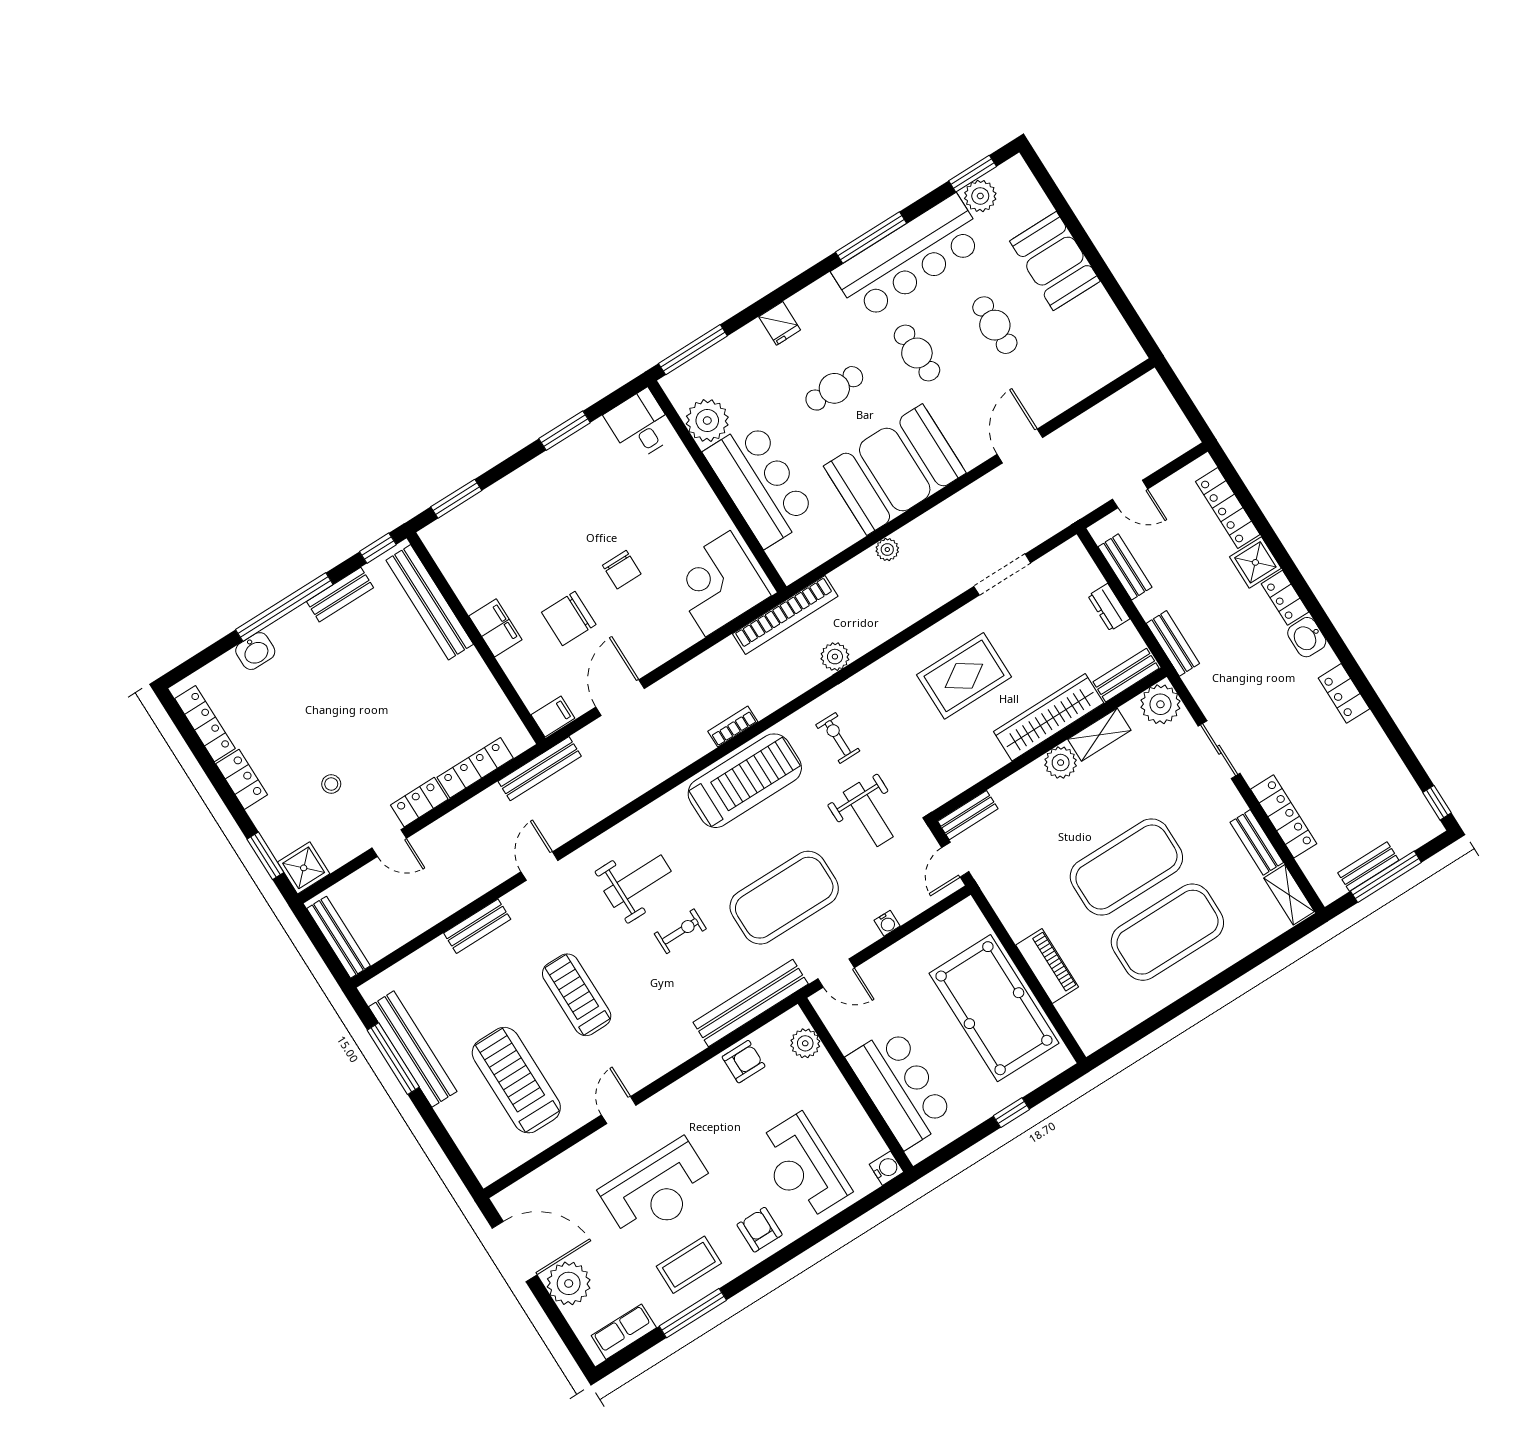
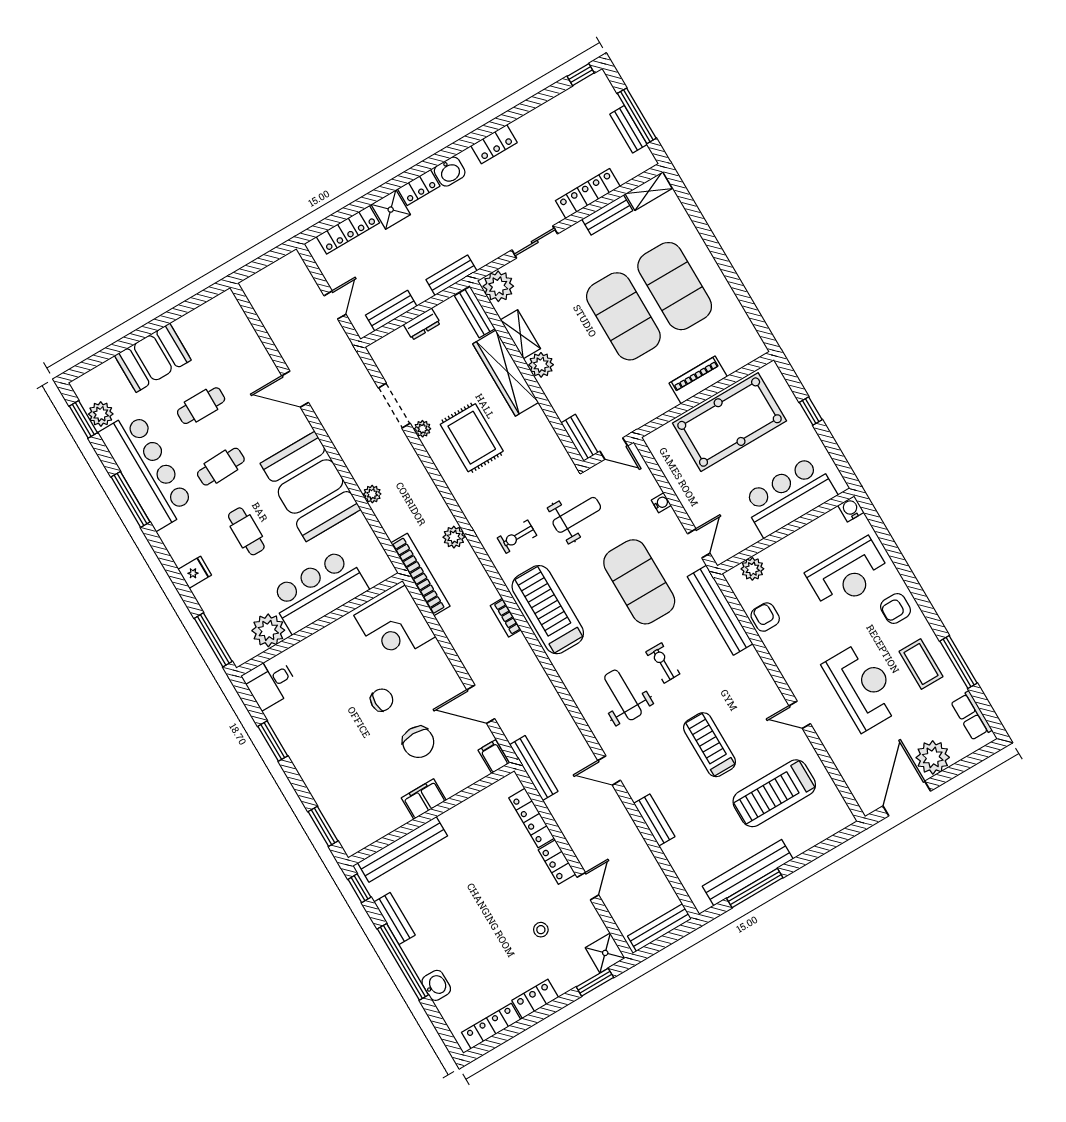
plant: (974, 612) -> (422, 429), added
treadmill: (577, 995) -> (710, 745), turned 90

